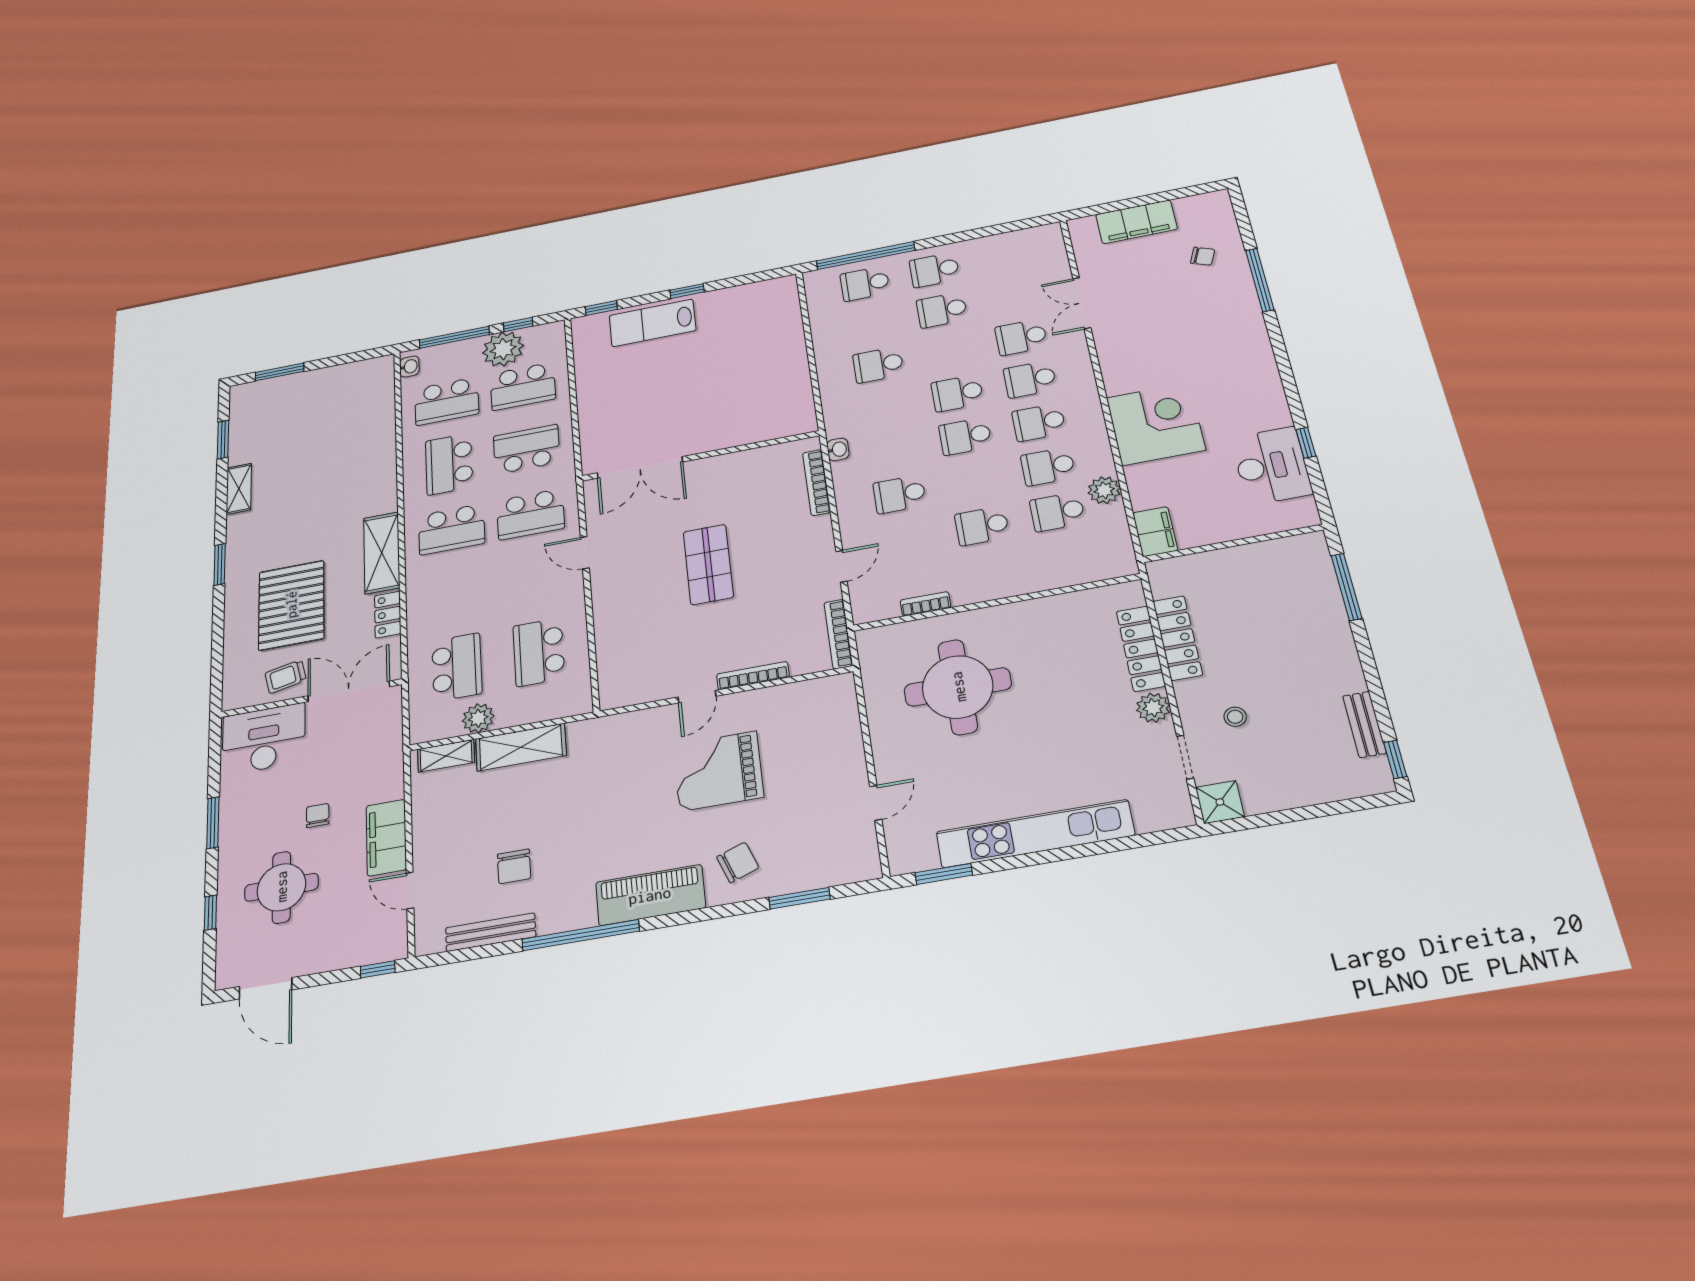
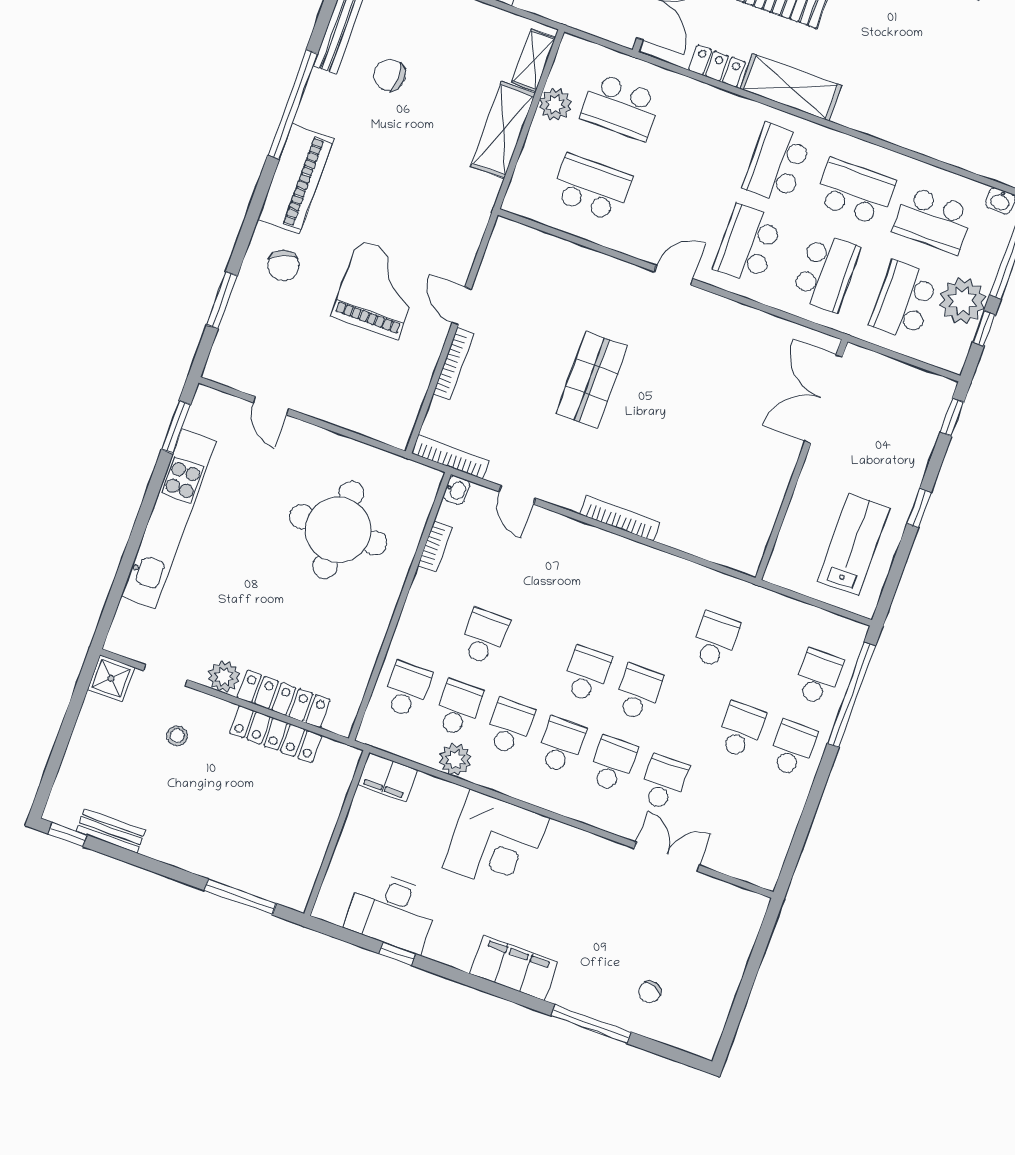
filing cabinet: (1136, 222) -> (514, 968), moved, turned 90
lab bench: (652, 323) -> (854, 545), moved
school desk: (447, 401) -> (933, 220), turned -90
washbasin: (838, 449) -> (457, 490), moved, turned -90
wall: (700, 456) -> (802, 460), moved
double door: (640, 467) -> (823, 399), moved
school desk: (900, 494) -> (407, 689), moved
shop shelf: (708, 564) -> (592, 380), turned 90

